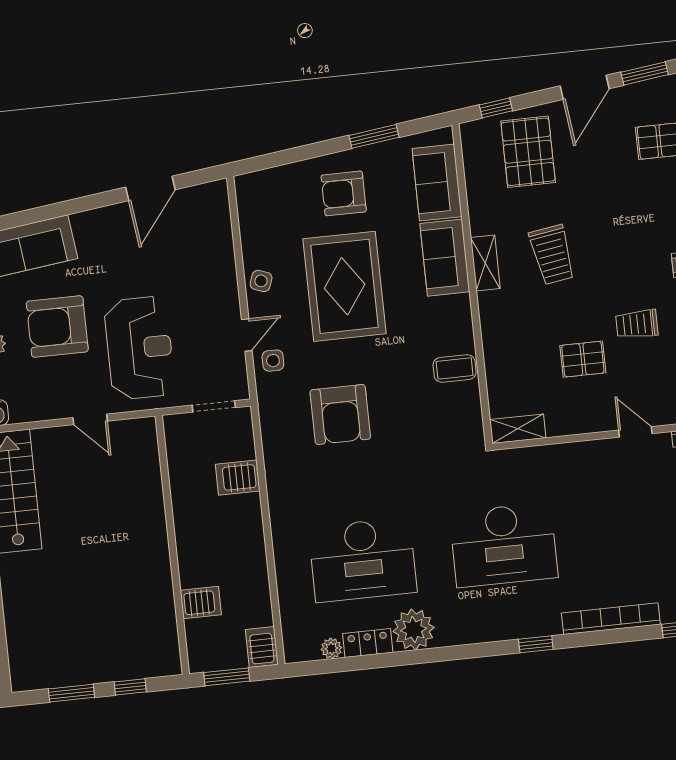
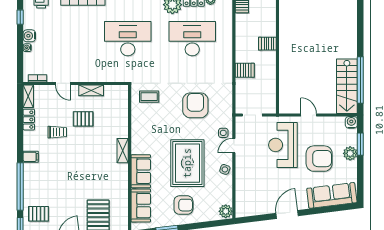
door: (150, 188) -> (287, 214), moved
plant: (250, 190) -> (226, 211), added
trolley: (552, 255) -> (92, 167), removed
shelving: (485, 263) -> (123, 151), moved
coffee table: (455, 368) -> (149, 97), moved
shelving: (518, 429) -> (91, 90), moved
server rack: (238, 478) -> (245, 70), moved
server rack: (201, 603) -> (267, 44), moved

